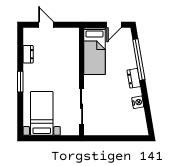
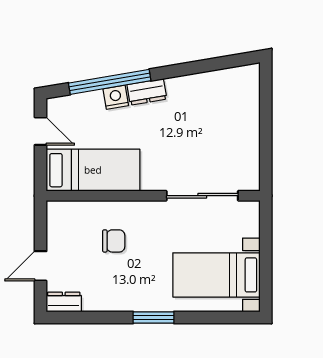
dresser: (28, 54) -> (64, 302), moved
chair: (59, 62) -> (114, 241), added
nightstand: (138, 102) -> (116, 97), moved

